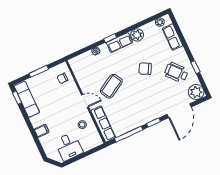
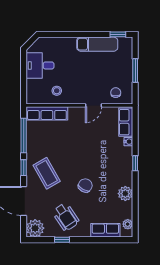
row of seats: (119, 43) -> (126, 122), moved
wheelchair: (176, 72) -> (66, 217), turned 98
coffee table: (111, 86) -> (47, 173), moved
exam couch: (27, 99) -> (97, 44), moved
door: (85, 101) -> (94, 105), moved
filing cabinet: (42, 131) -> (70, 44), removed

